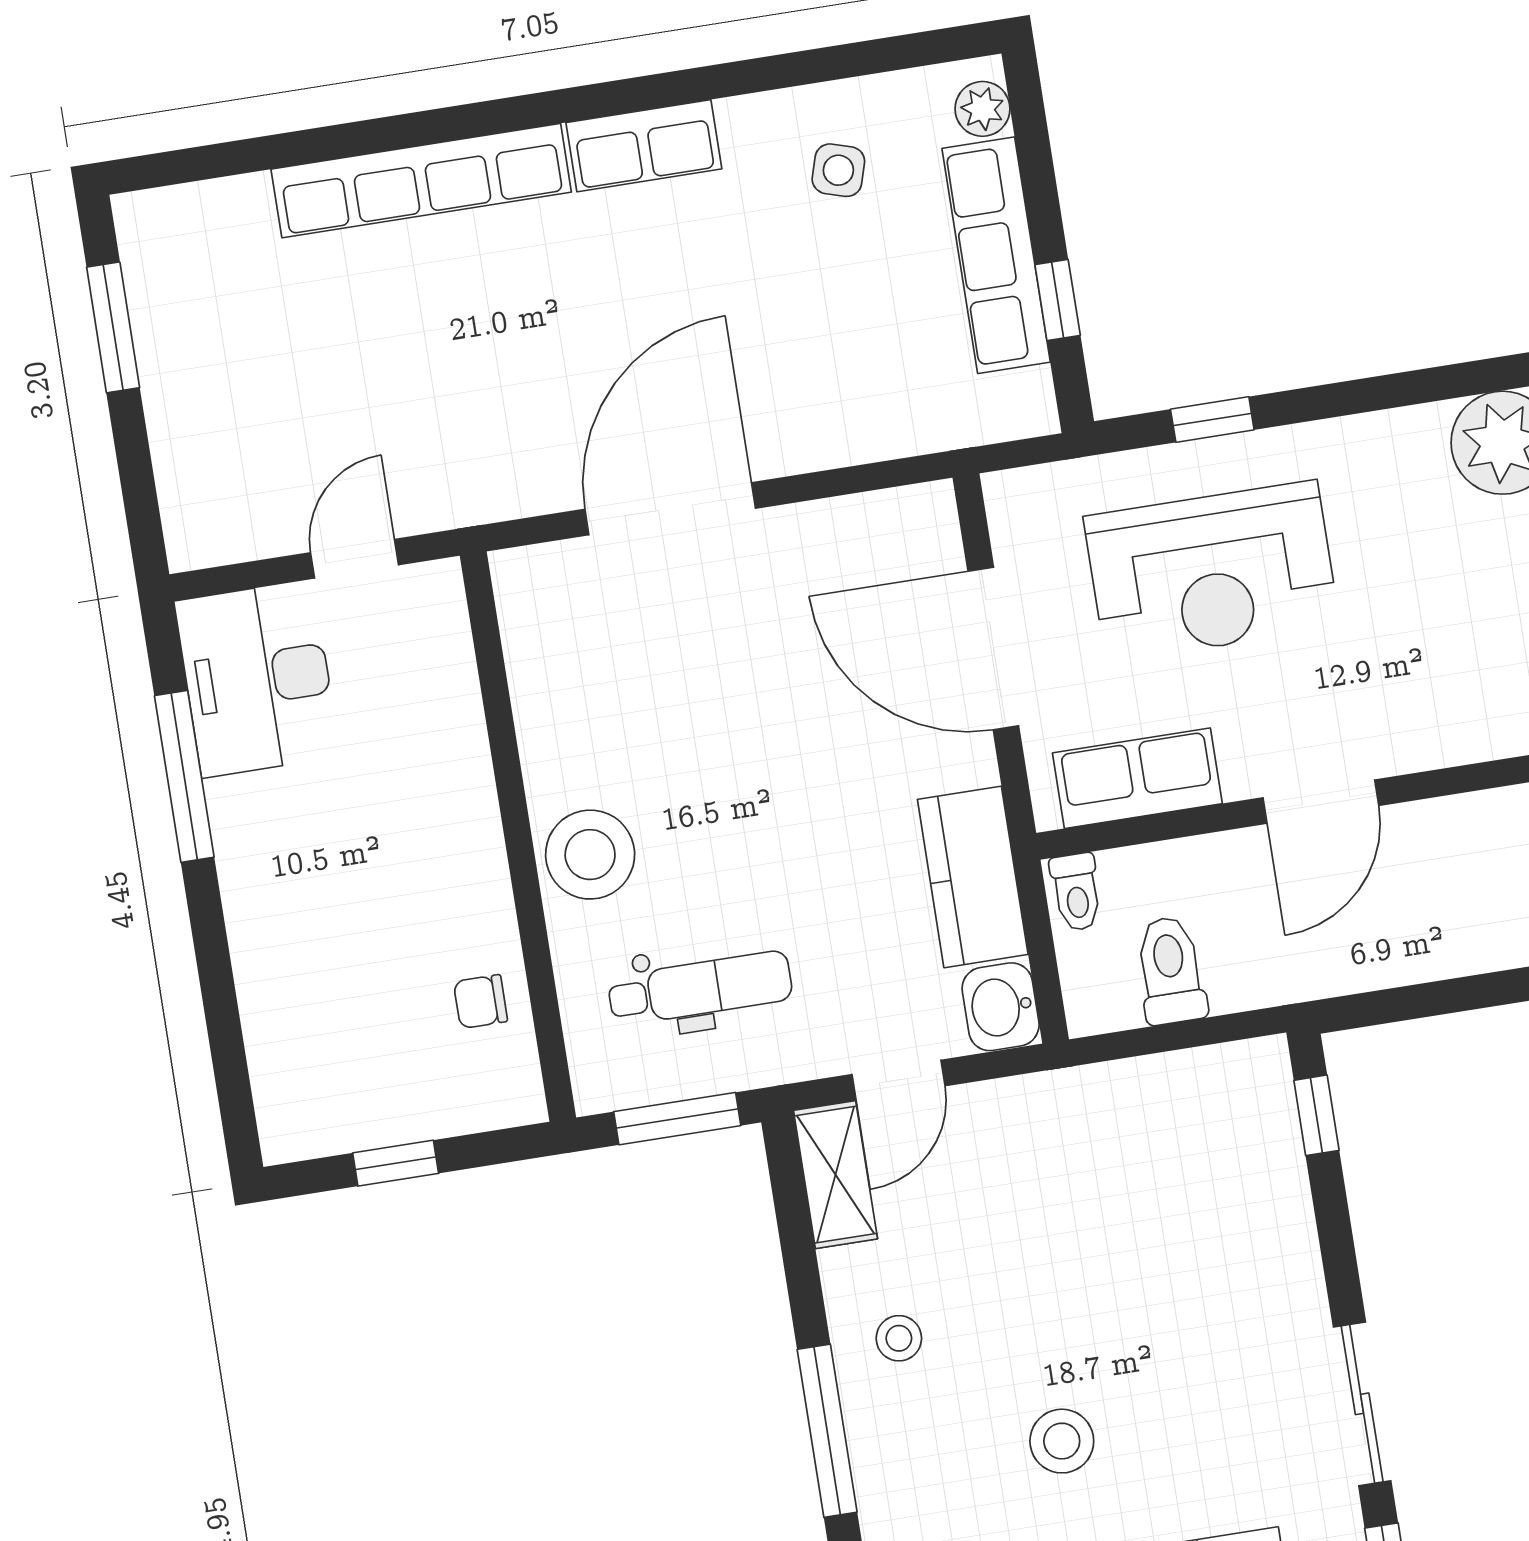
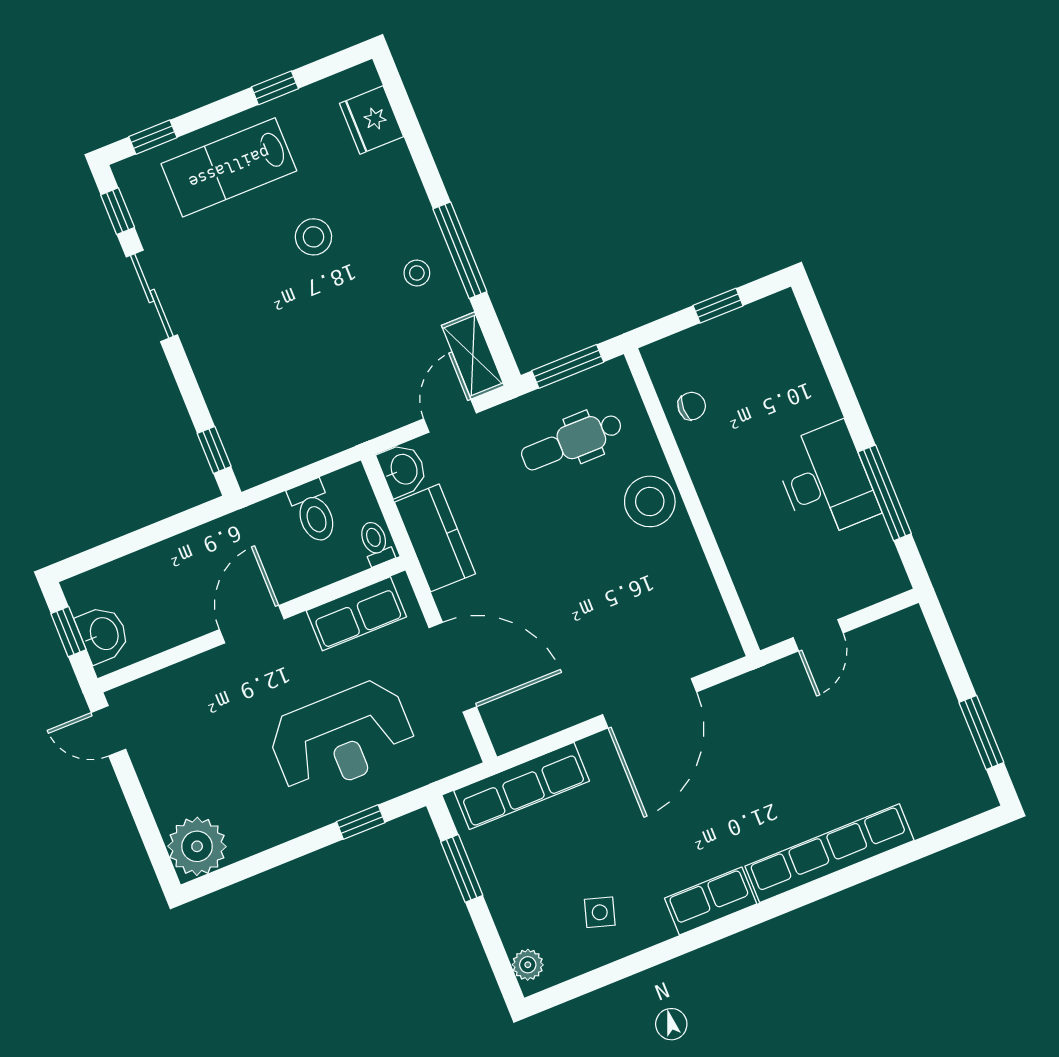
row of seats: (996, 255) -> (522, 786), moved, turned 90
window: (1058, 300) -> (462, 868), width x1.50
reception desk: (1212, 572) -> (342, 738), turned 180
desk: (257, 679) -> (826, 481), moved
window: (827, 1431) -> (460, 250), moved

